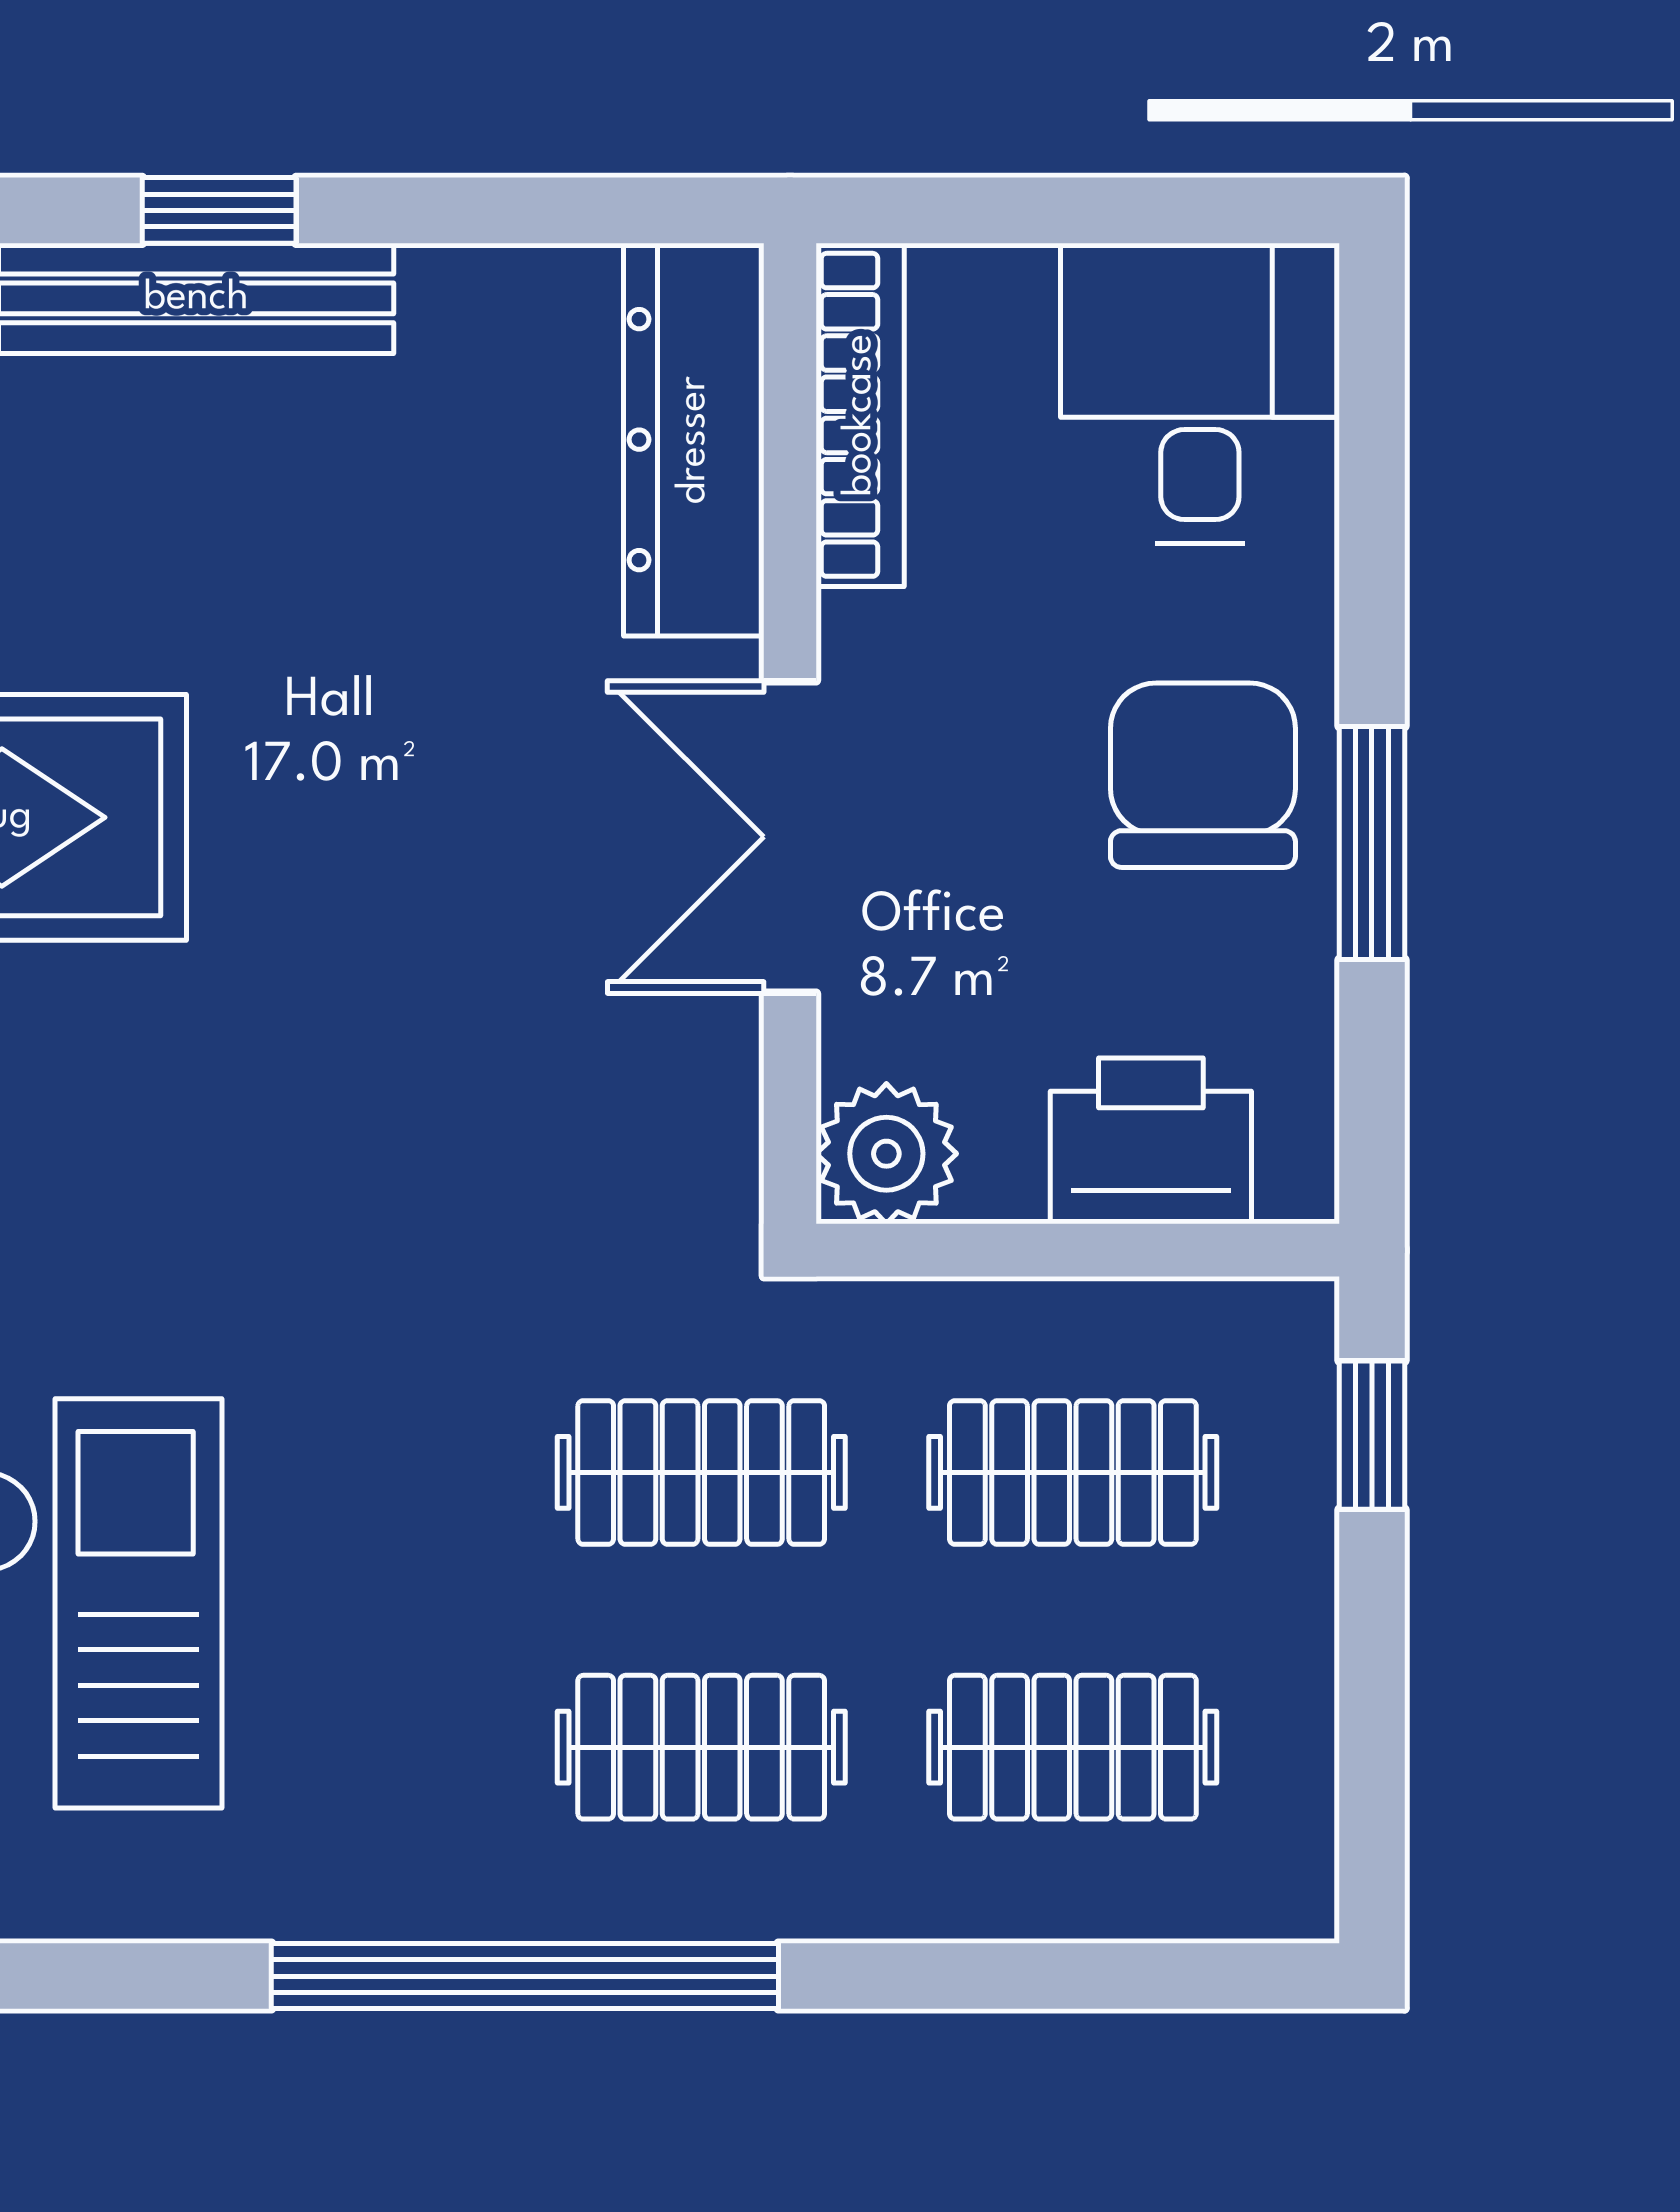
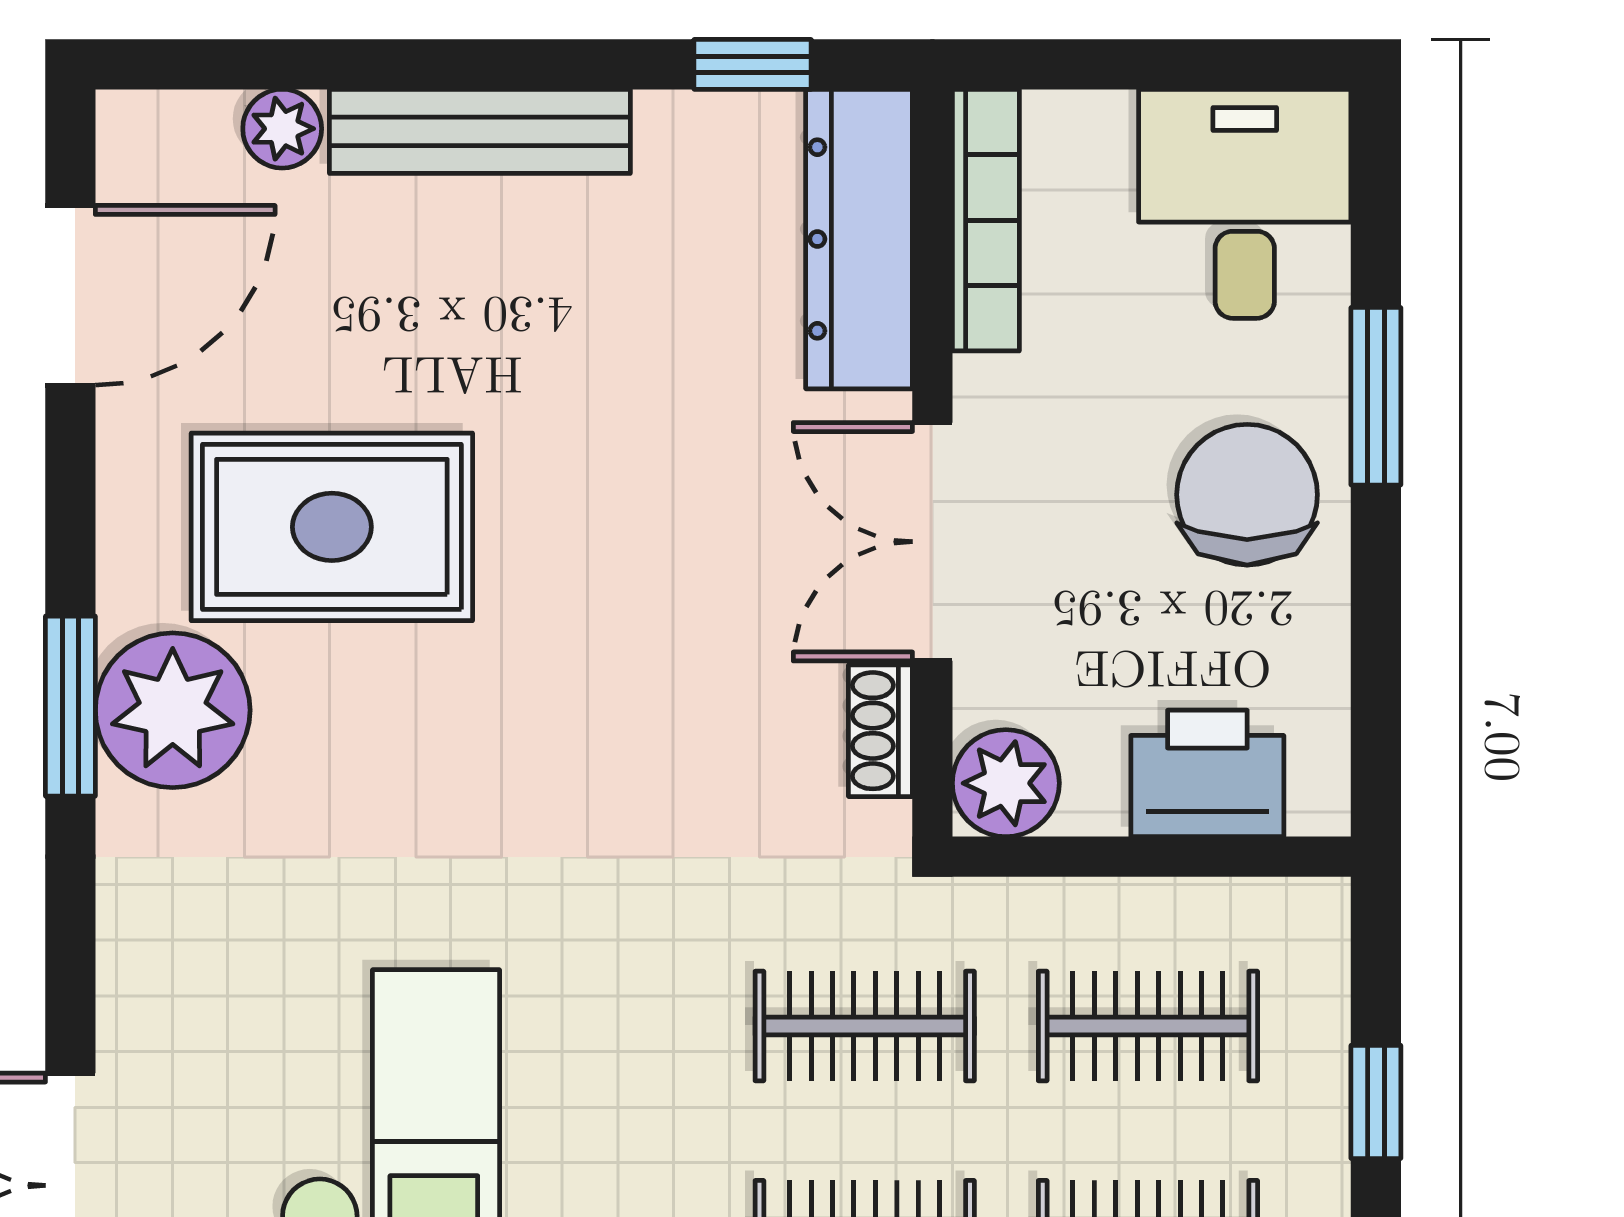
window: (219, 210) -> (753, 64), moved
window: (1372, 843) -> (1376, 396), moved
shoe rack: (722, 1085) -> (880, 731), added
window: (1372, 1435) -> (1376, 1102), moved

